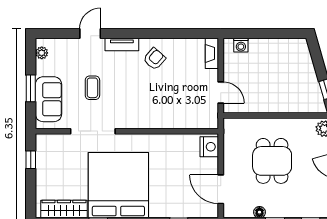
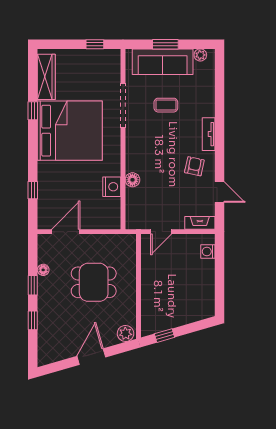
door: (90, 34) -> (219, 192), moved
armchair: (154, 59) -> (194, 166), turned -119
sofa: (49, 99) -> (163, 62), width x1.36
floor lamp: (168, 122) -> (132, 180), added
nightstand: (209, 147) -> (112, 187), moved, turned -90

